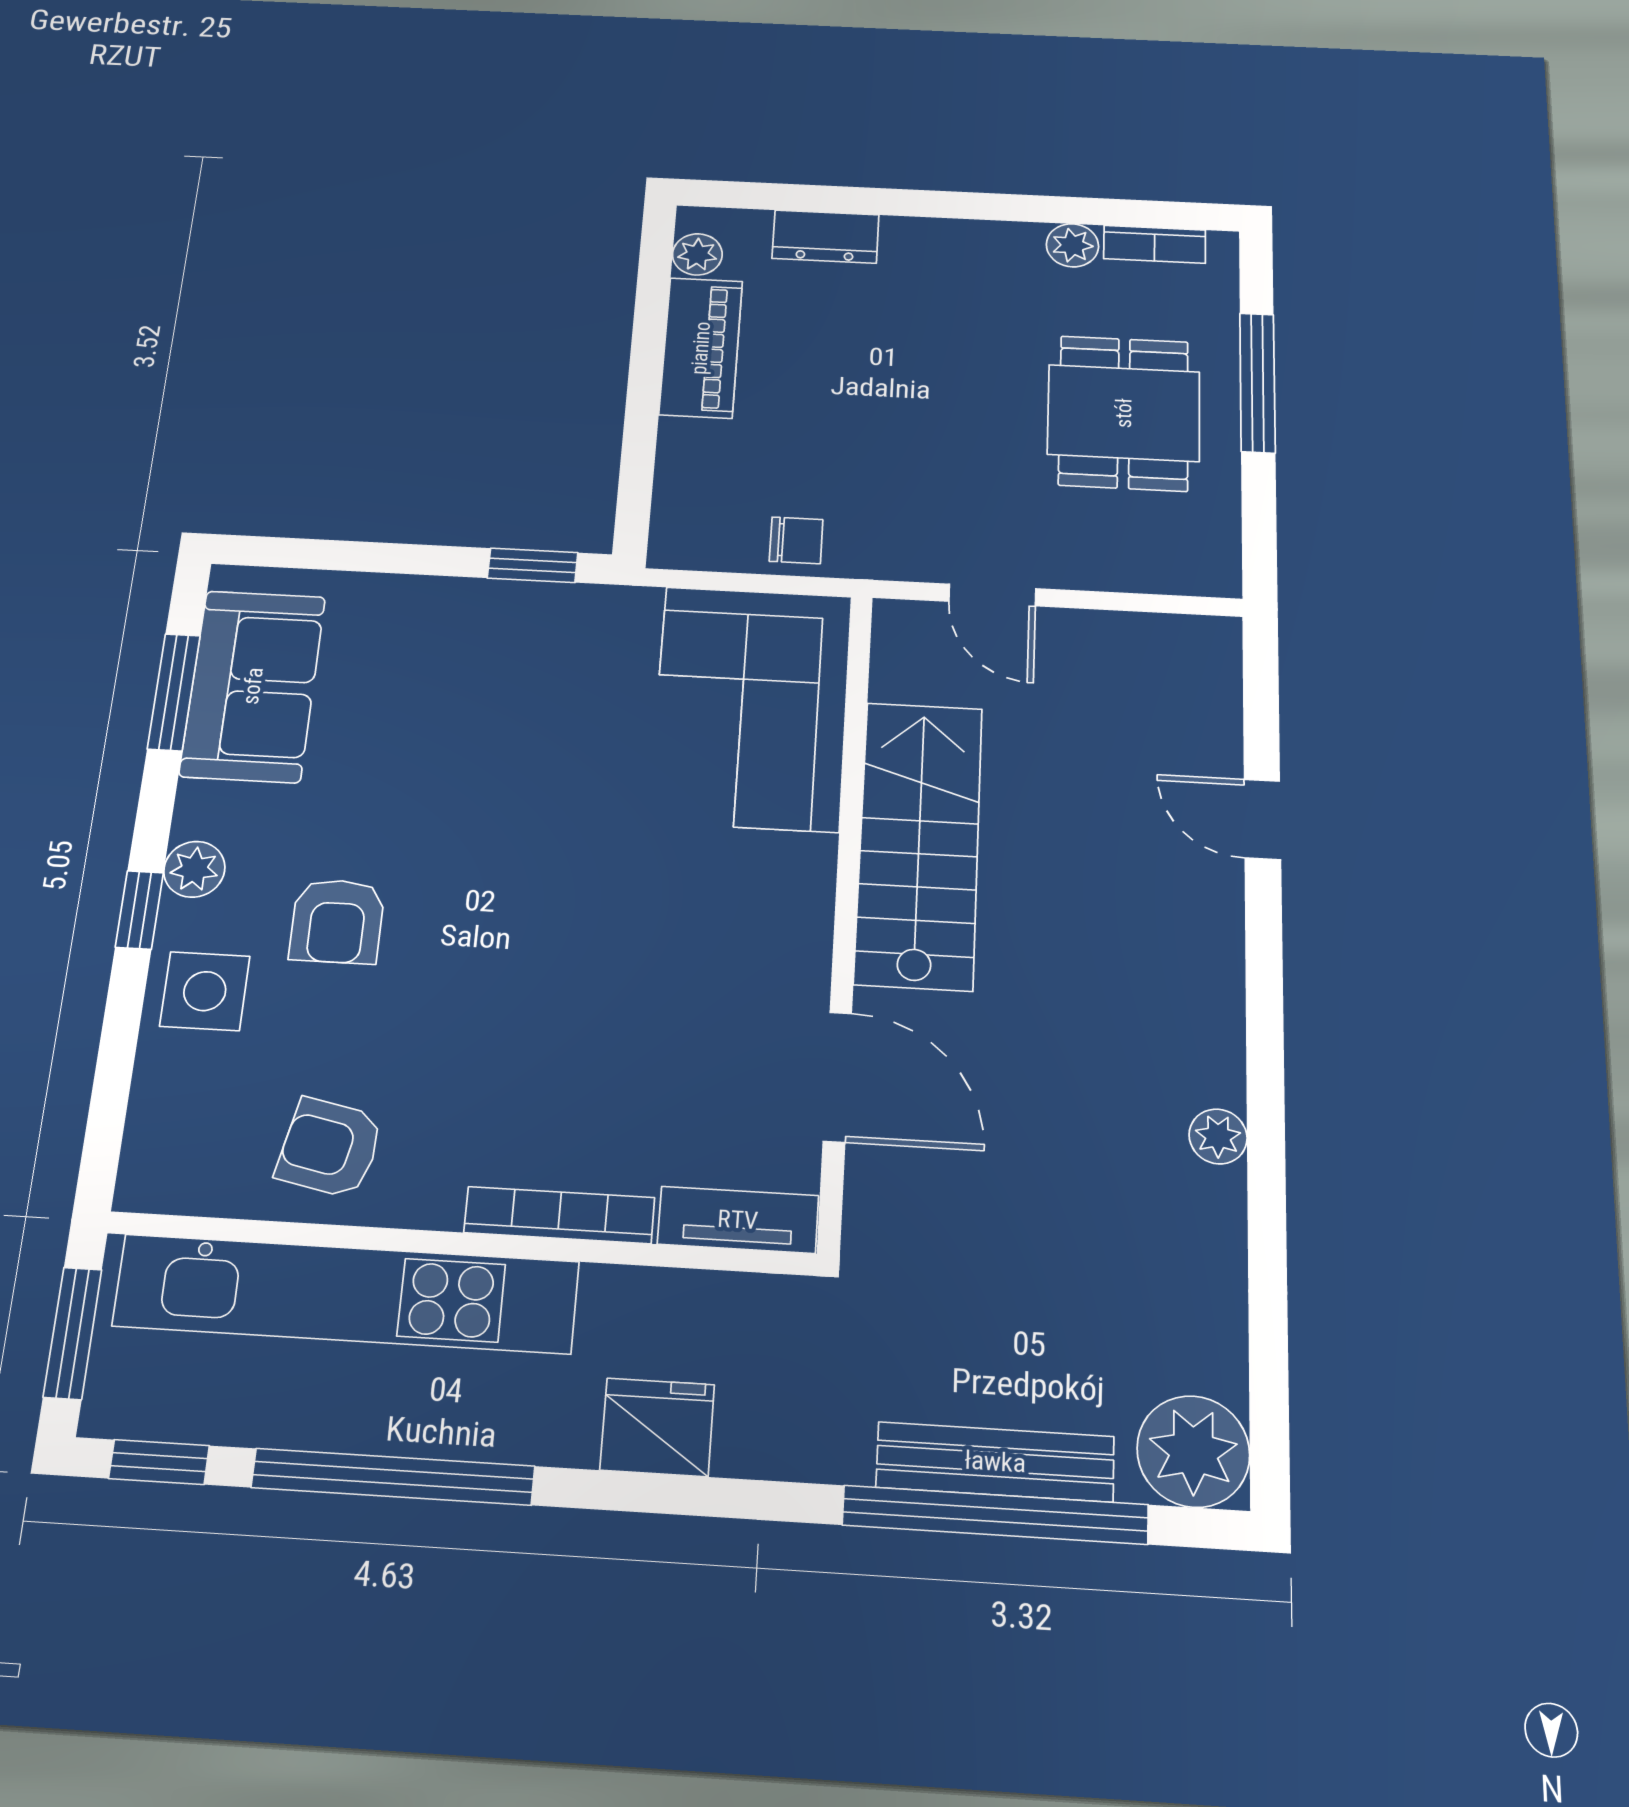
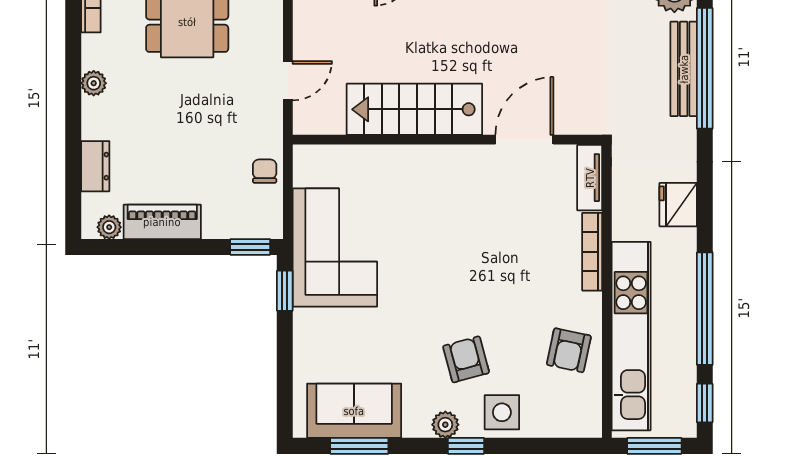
plant: (1072, 245) -> (94, 83), moved
window: (634, 505) -> (250, 247), added
corner sofa: (751, 708) -> (335, 248), moved, turned -90
armchair: (337, 921) -> (466, 359), turned -105

